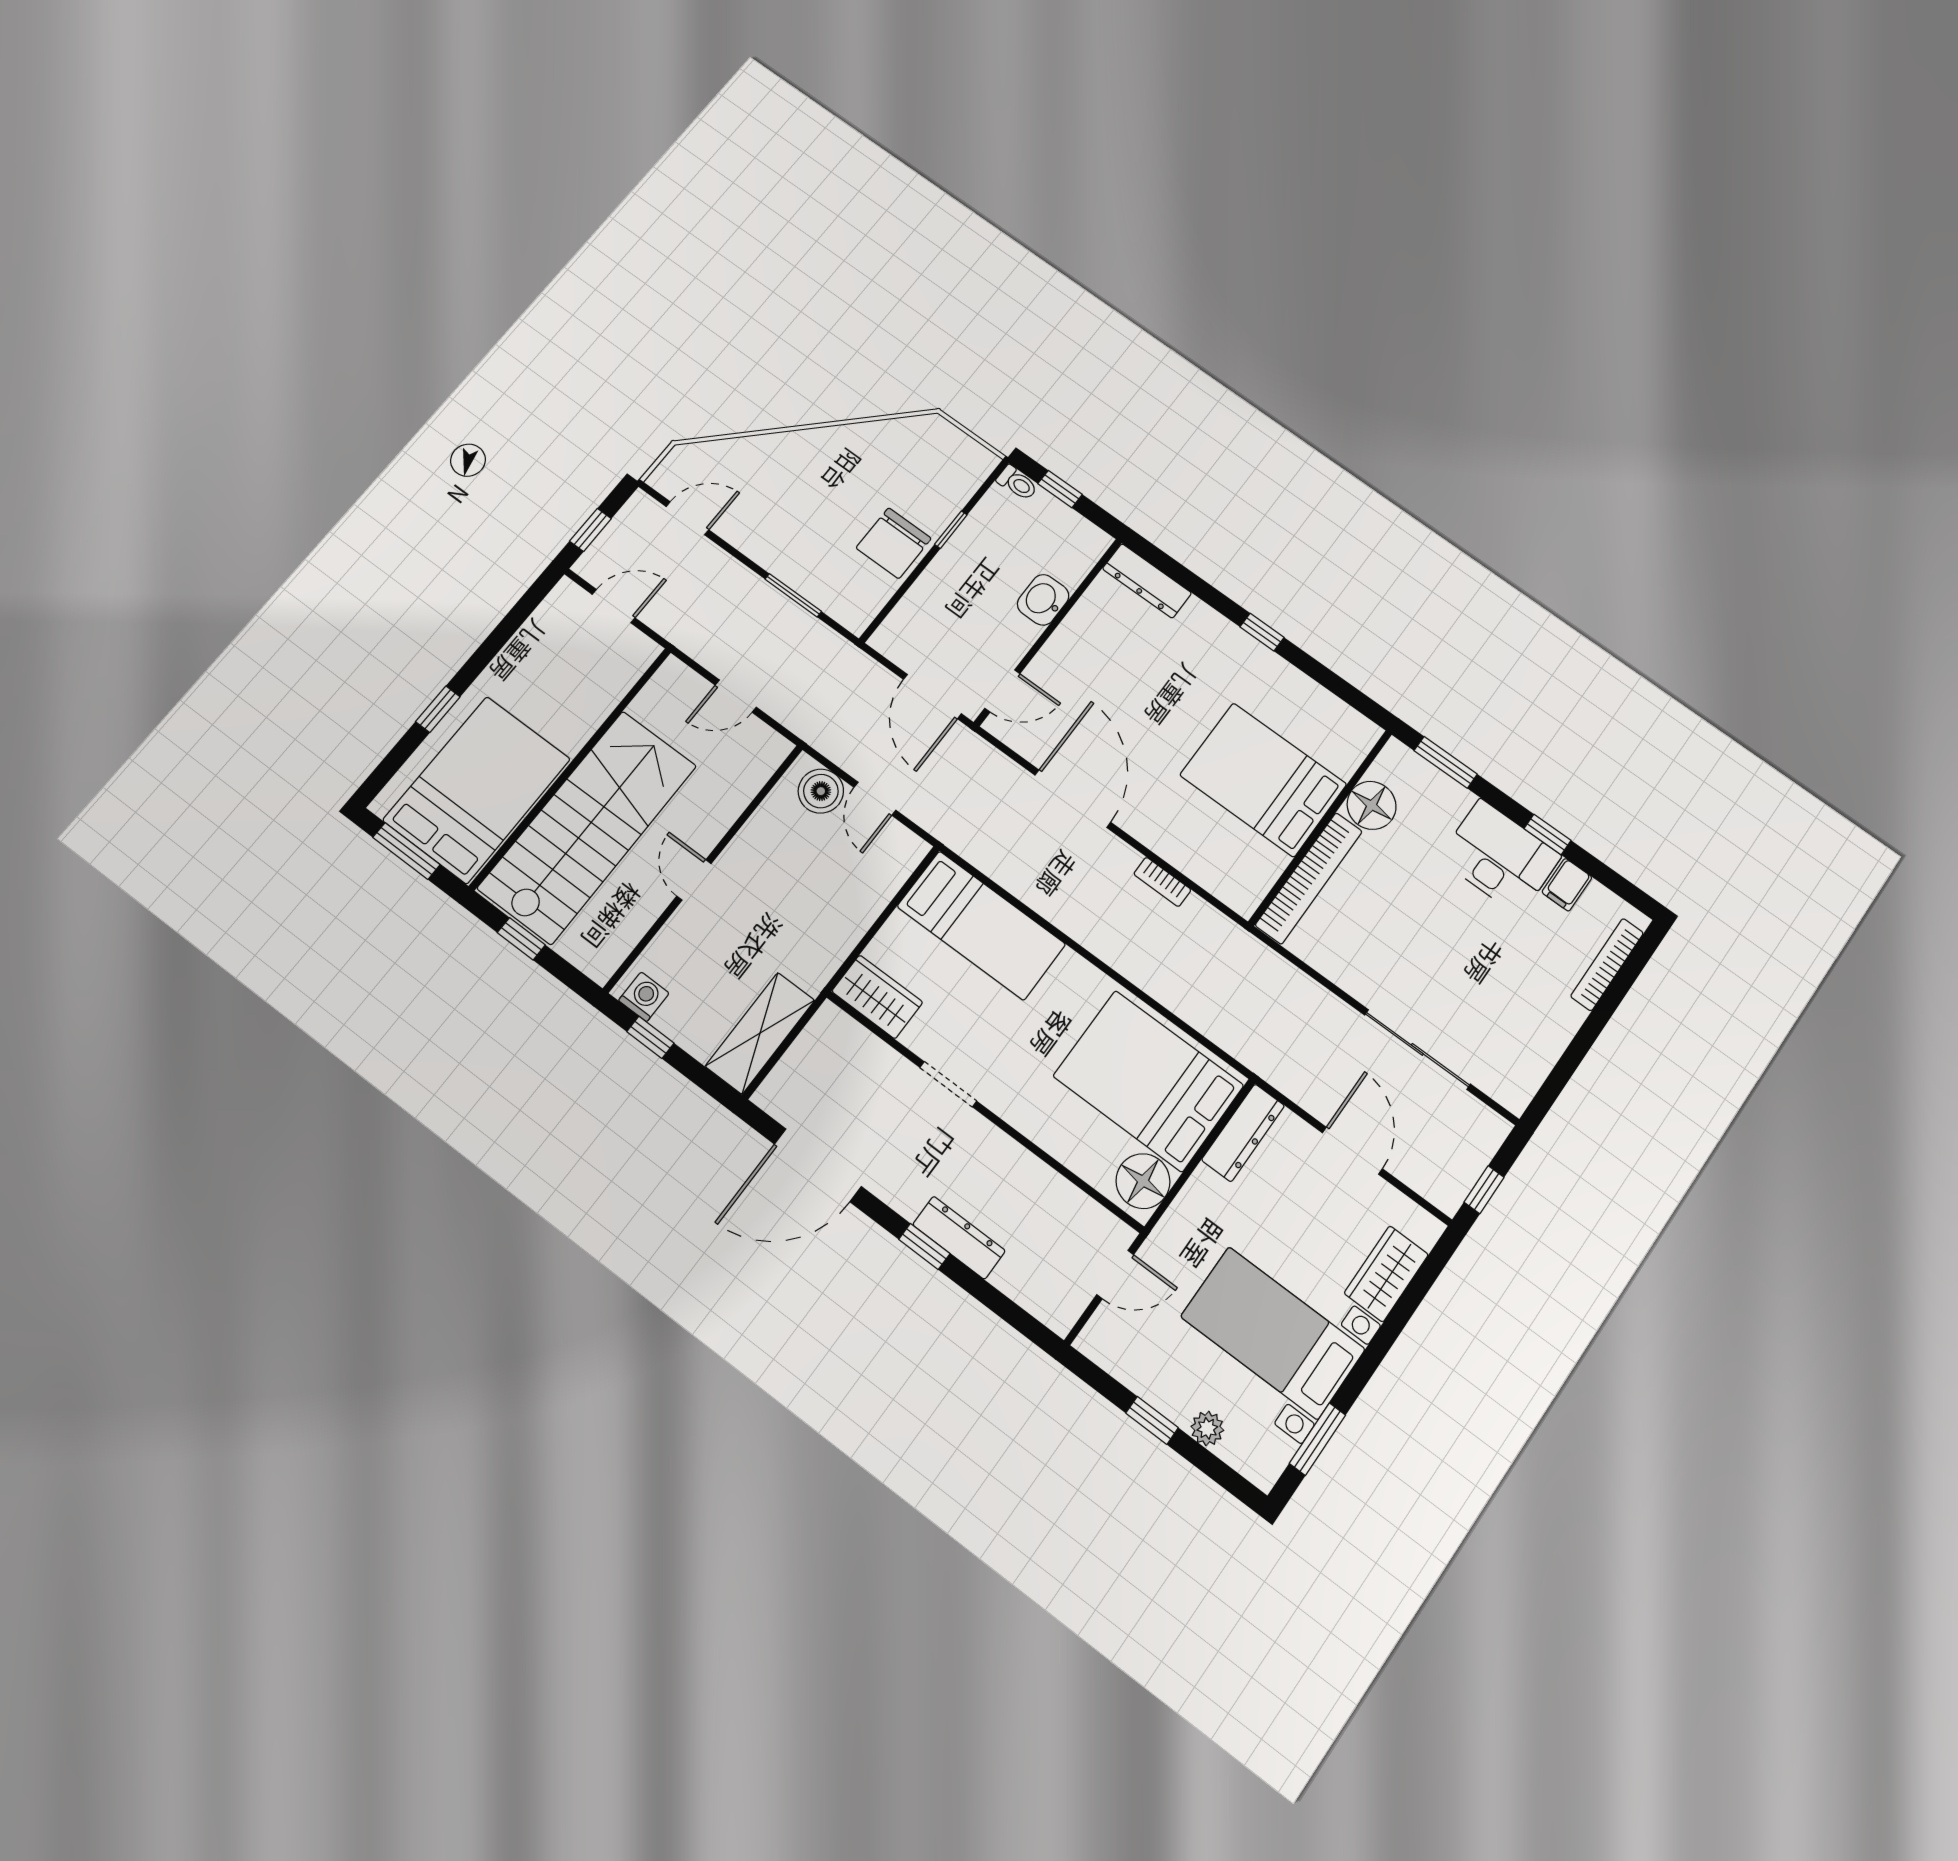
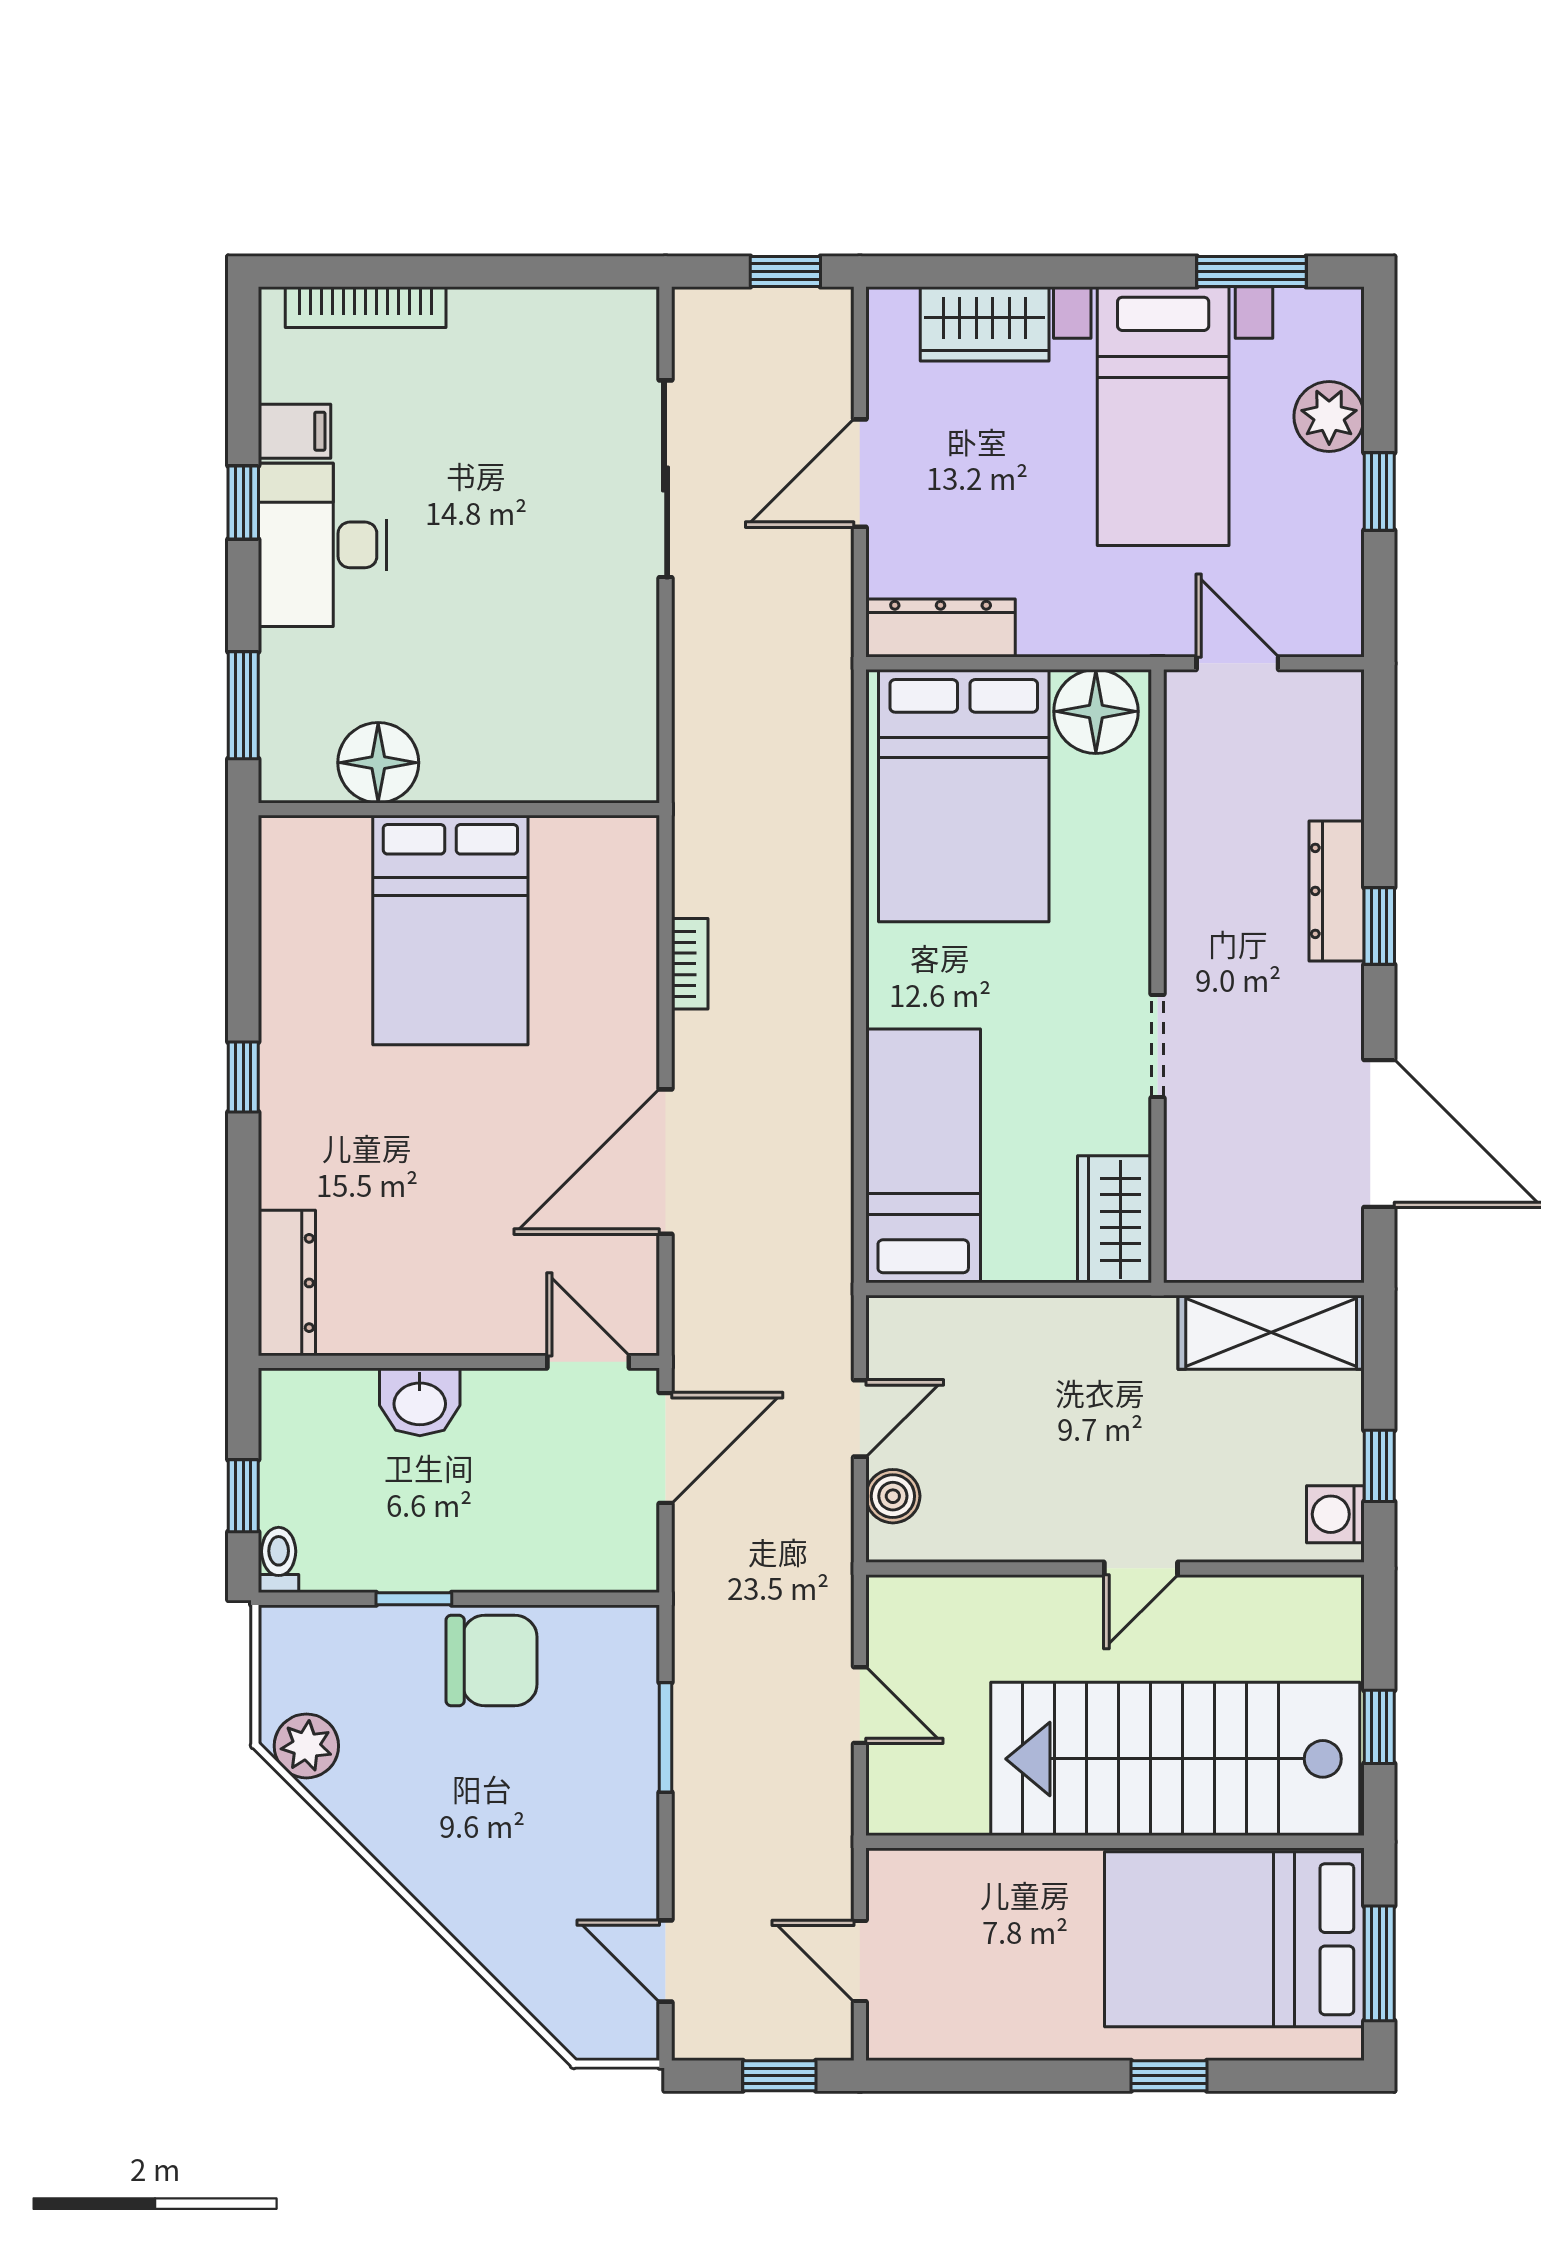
plant: (920, 433) -> (306, 1746), added
boiler: (821, 791) -> (893, 1496), width x0.73, depth x0.73
bookcase: (1309, 878) -> (541, 776), removed
plant: (1207, 1428) -> (1329, 416), width x1.38, depth x1.38

